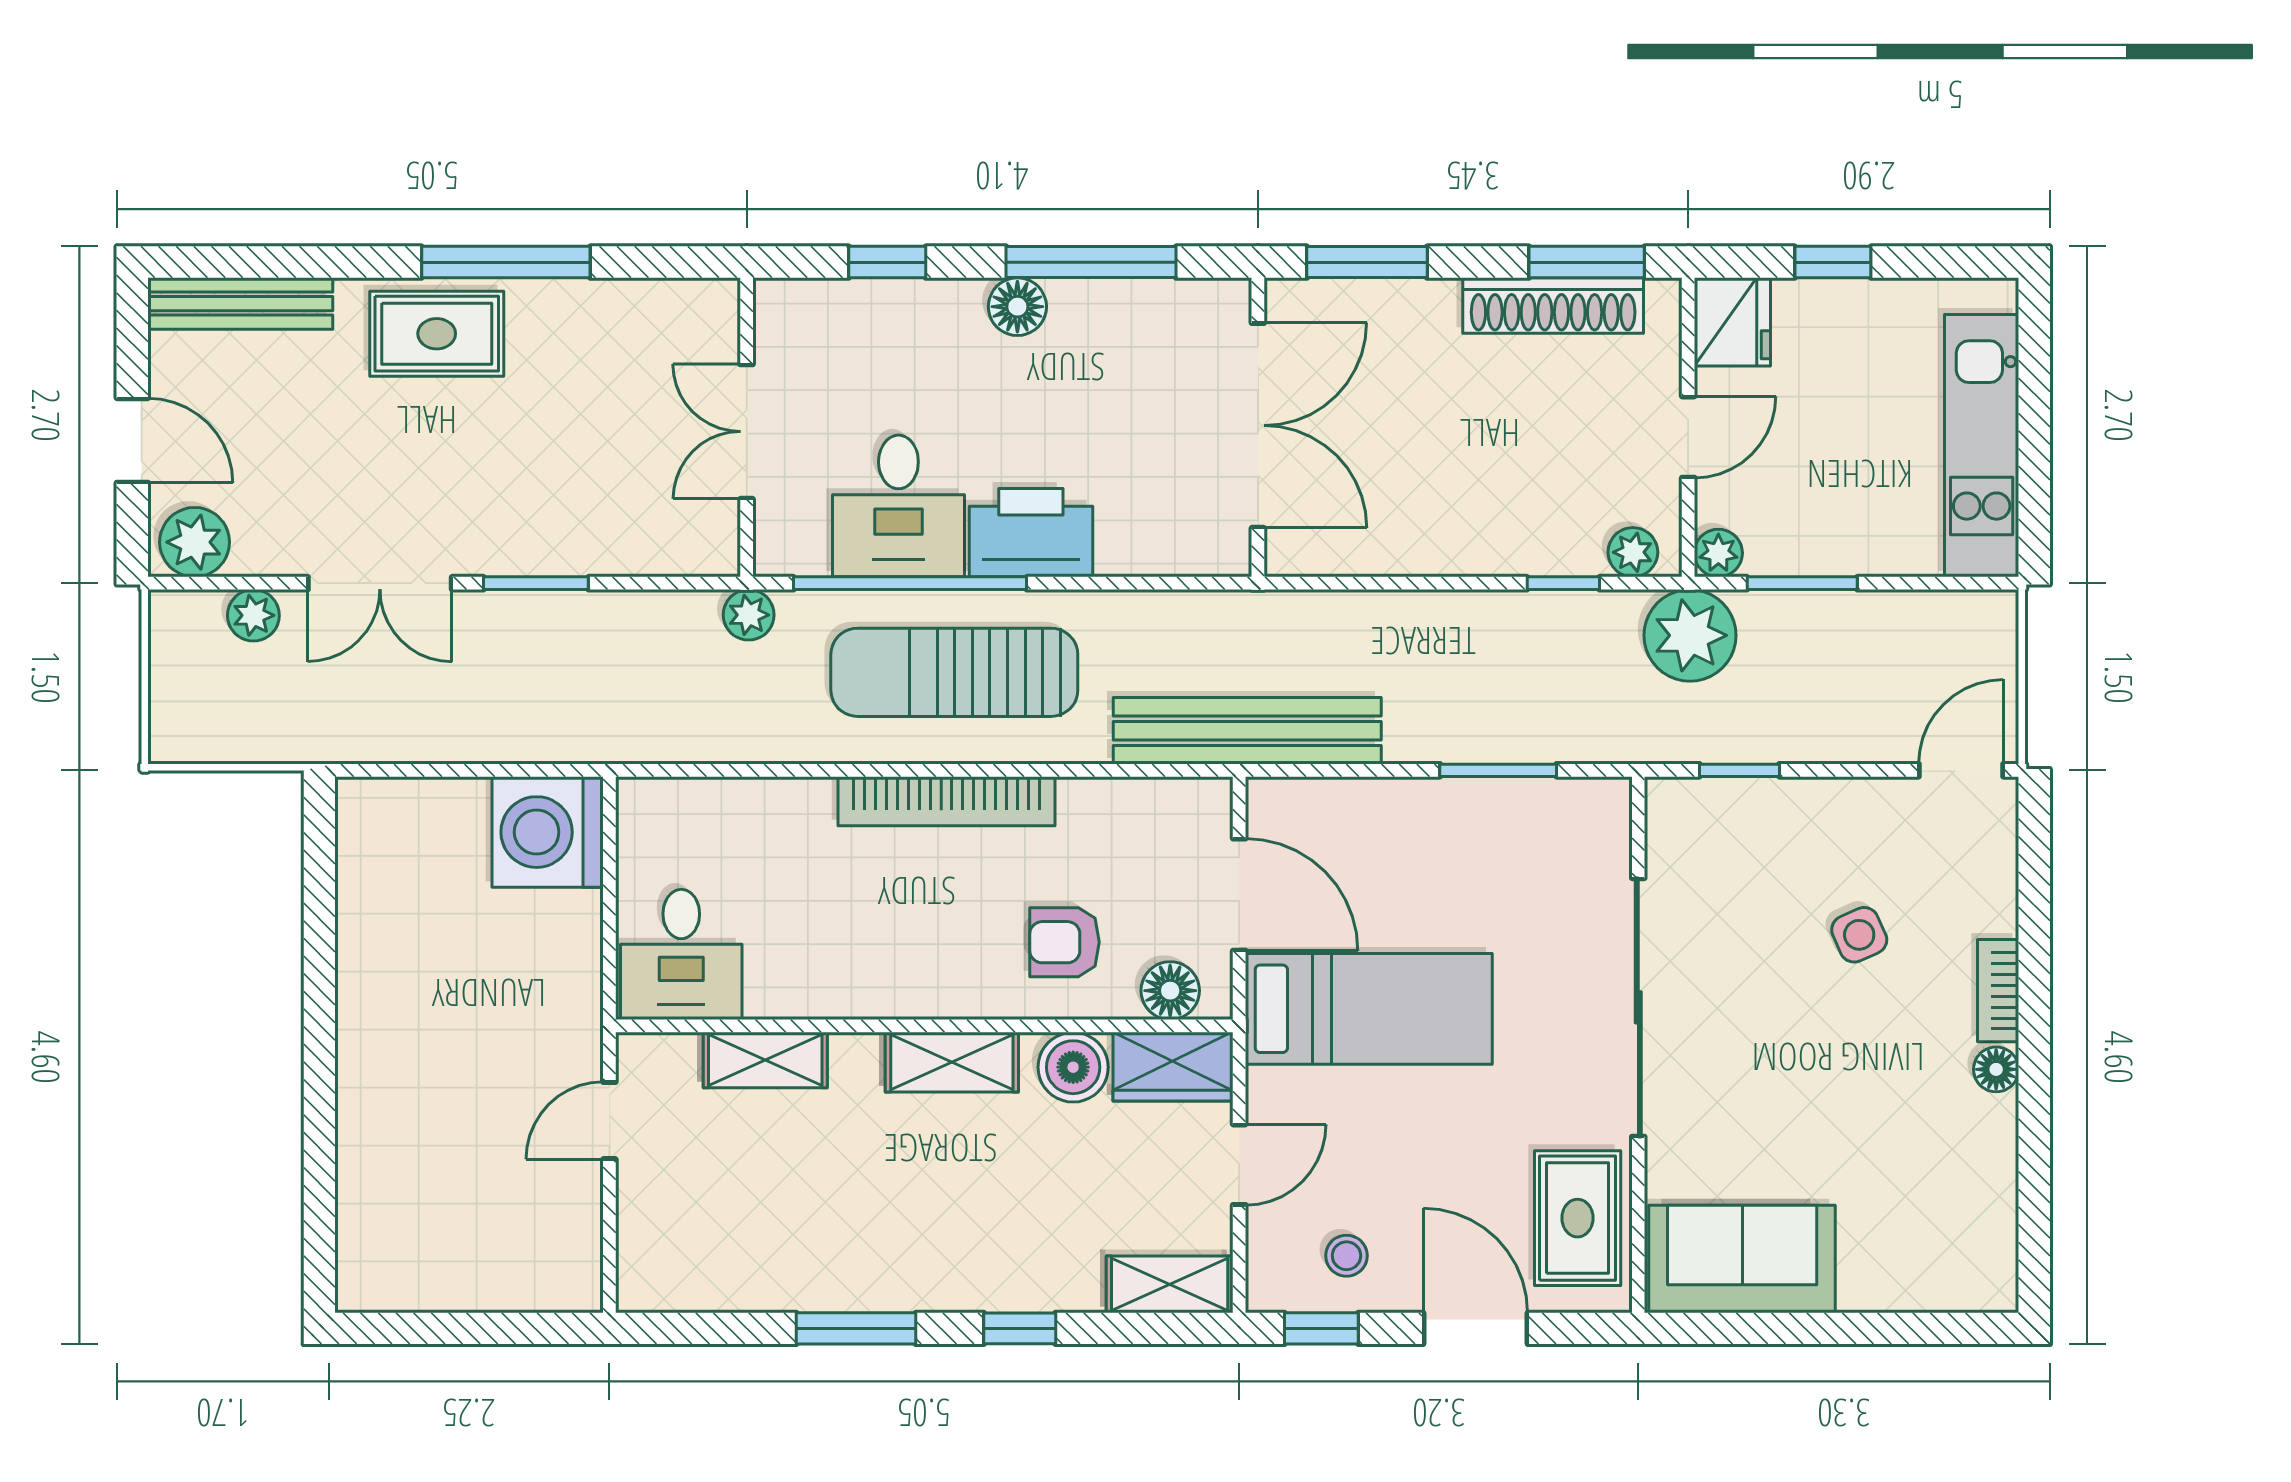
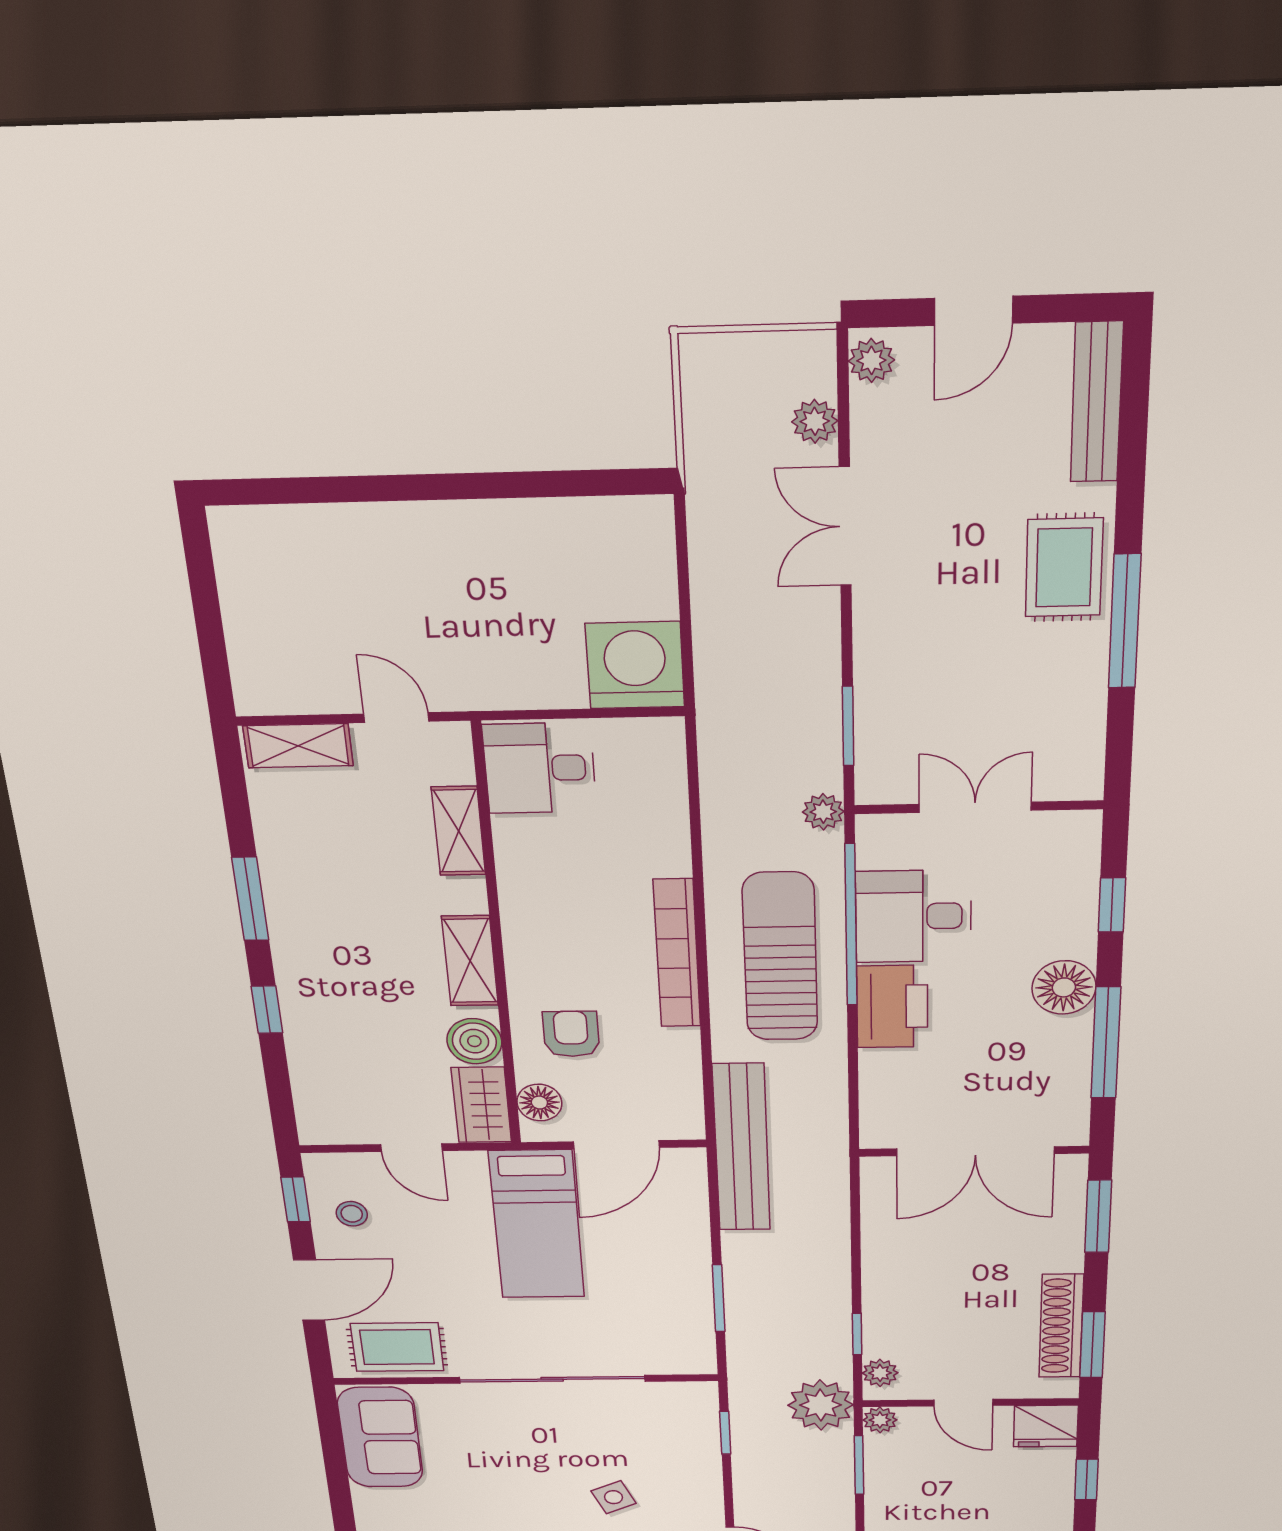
floor lamp: (1017, 307) -> (1064, 987), width x1.38, depth x1.38
plant: (195, 542) -> (871, 360), width x0.73, depth x0.73
window: (536, 583) -> (848, 726), moved
shelving: (1170, 1284) -> (298, 746), moved, turned 90

